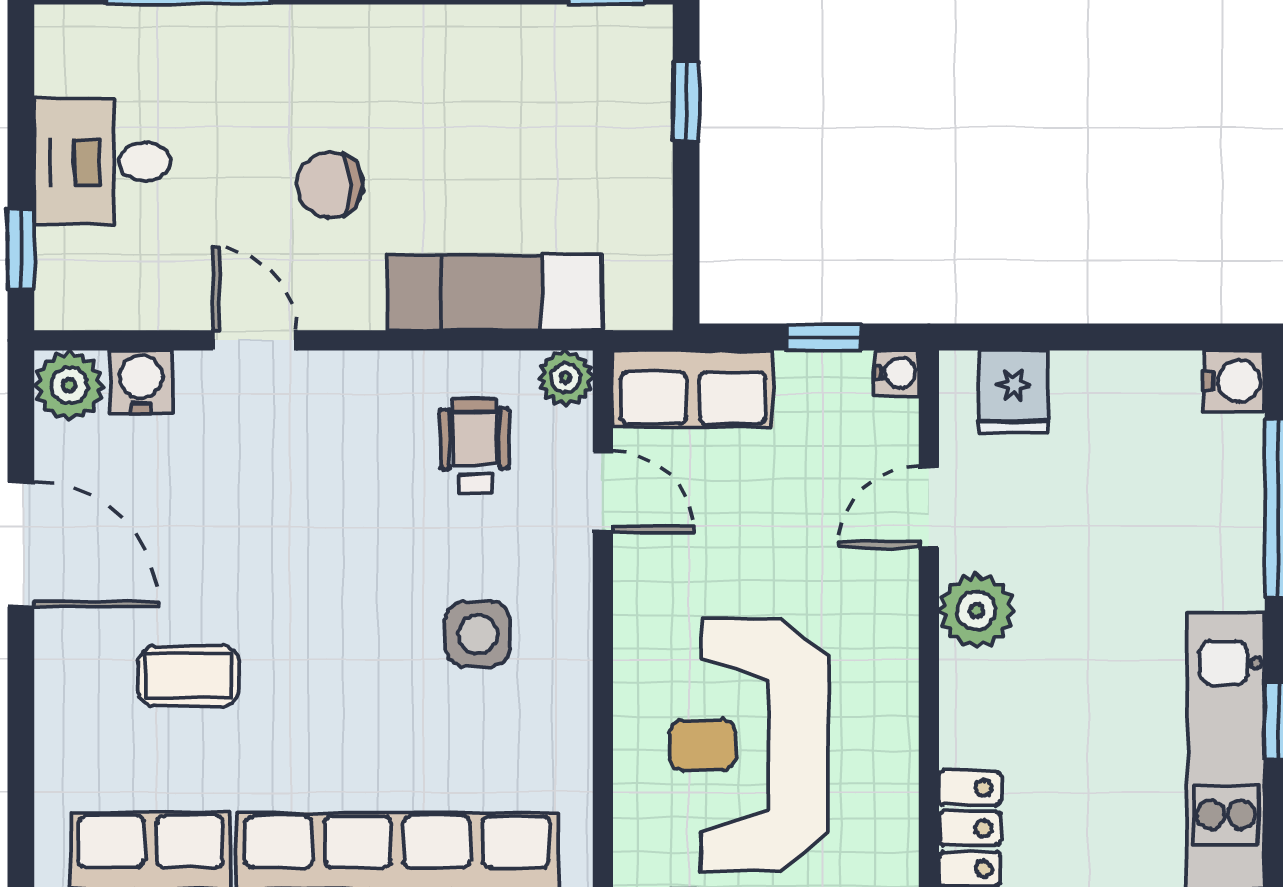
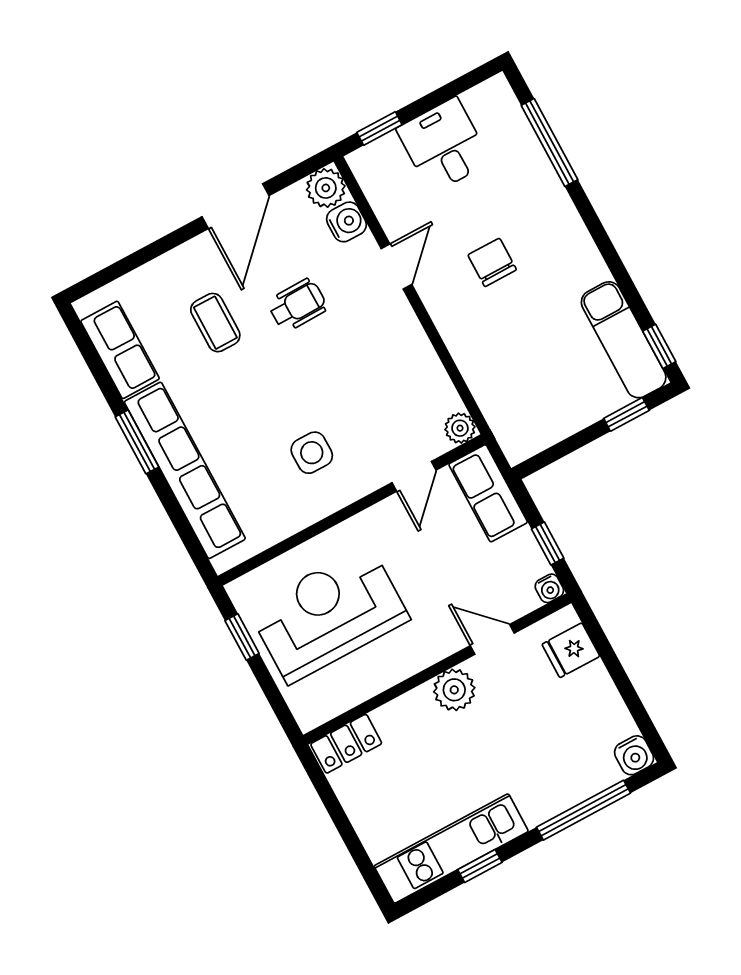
exam couch: (495, 293) -> (624, 340), moved, turned 180
wheelchair: (475, 446) -> (298, 305), moved

